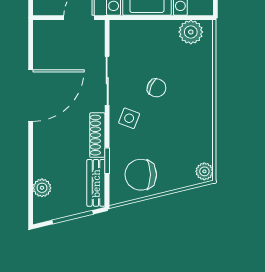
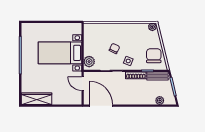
plant: (191, 32) -> (89, 62), moved
door: (31, 96) -> (101, 106), moved
chair: (141, 175) -> (154, 56), turned 180

